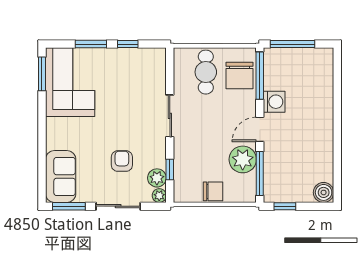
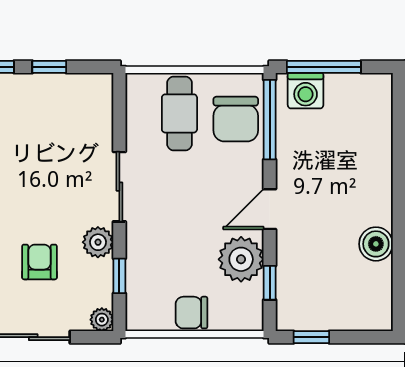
washing machine: (274, 102) -> (306, 91), moved, turned 90
window: (260, 174) -> (270, 283), width x0.46
plant: (157, 178) -> (98, 242), moved
chair: (213, 191) -> (191, 313), turned 180
boiler: (324, 192) -> (376, 244), moved

